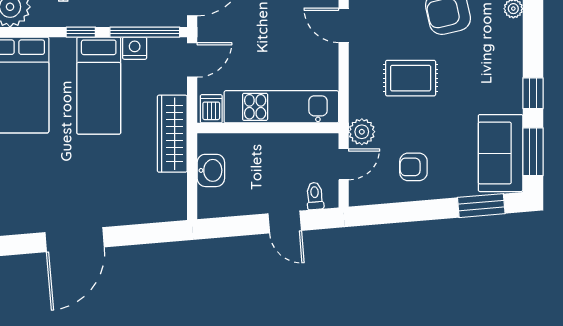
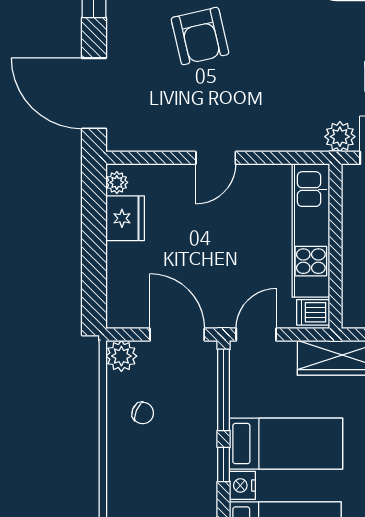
nightstand: (135, 48) -> (242, 485), moved
door: (192, 60) -> (256, 335), hinge flipped
rug: (411, 78) -> (277, 80), removed

